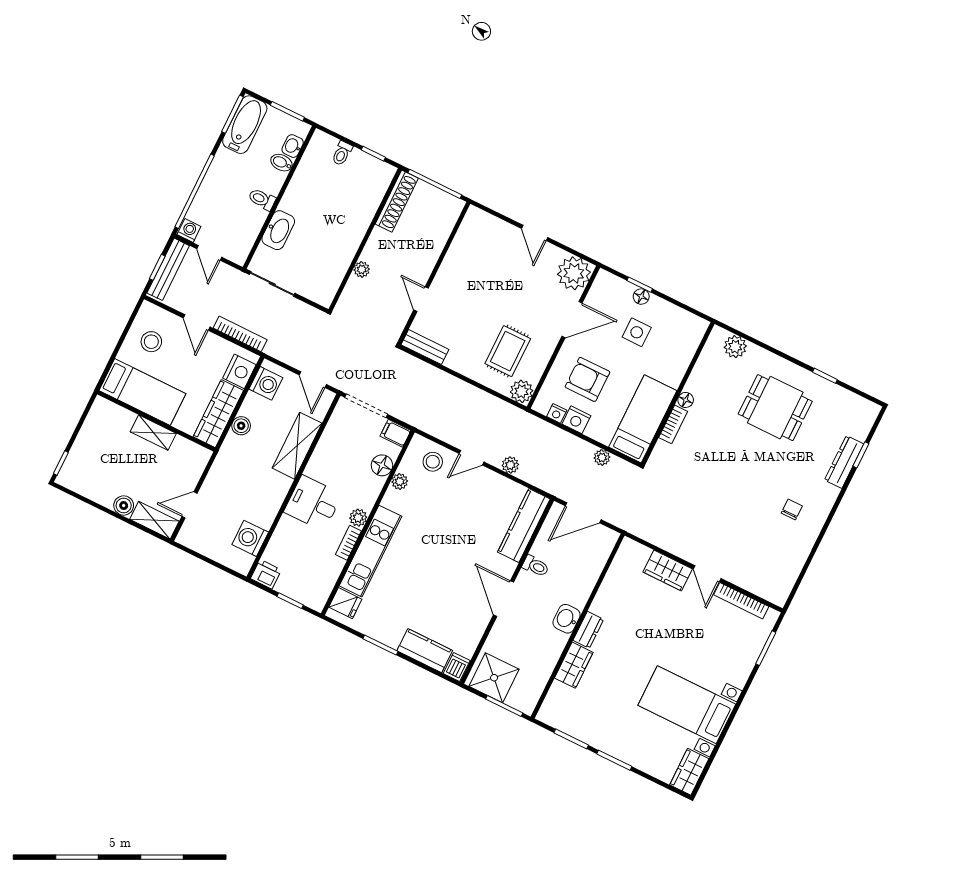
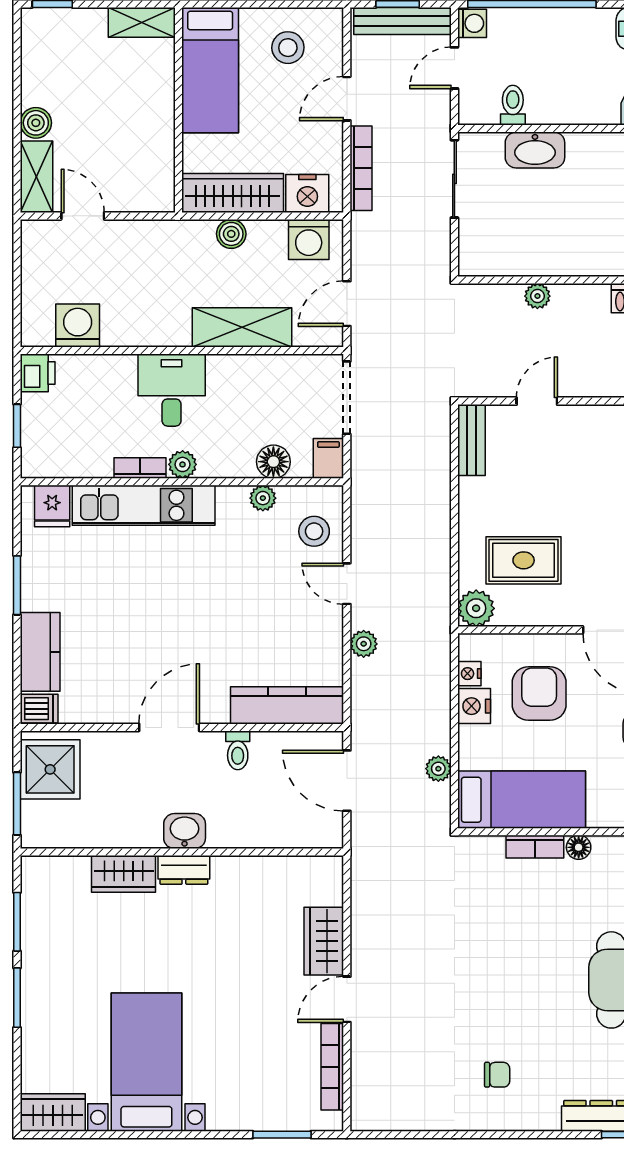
toilet: (262, 199) -> (513, 105), moved
shelving: (153, 433) -> (142, 22), moved, turned 90

